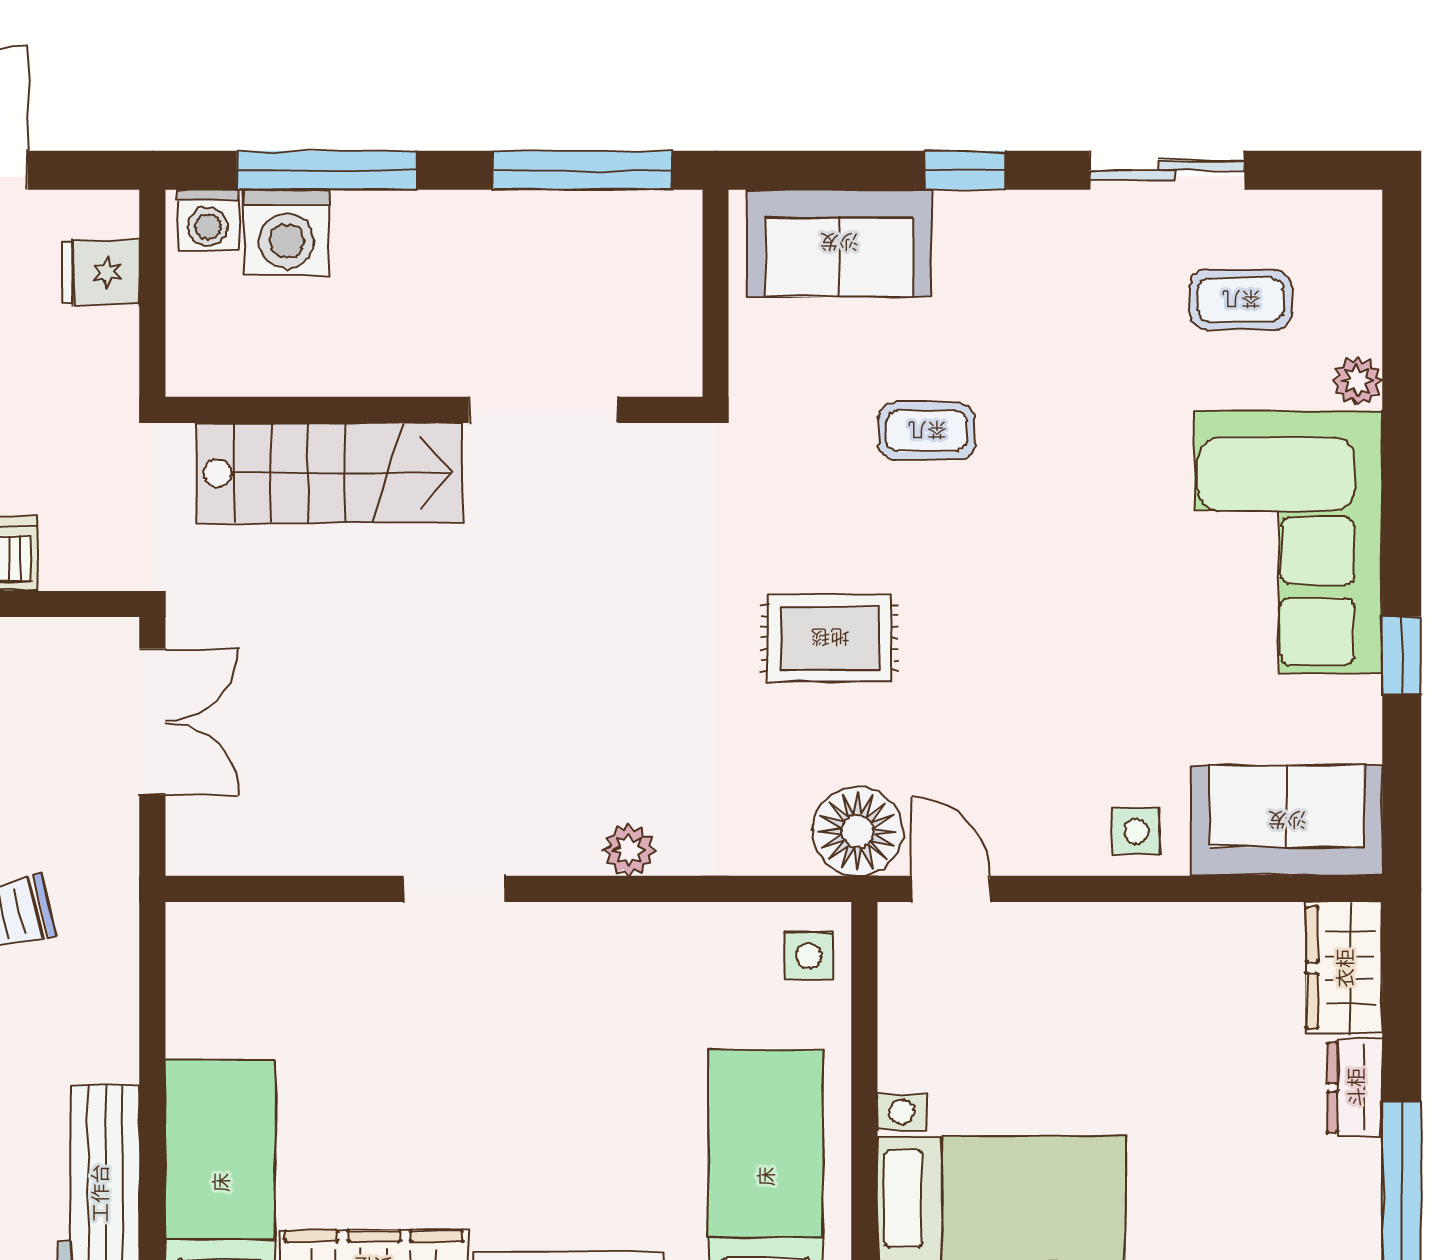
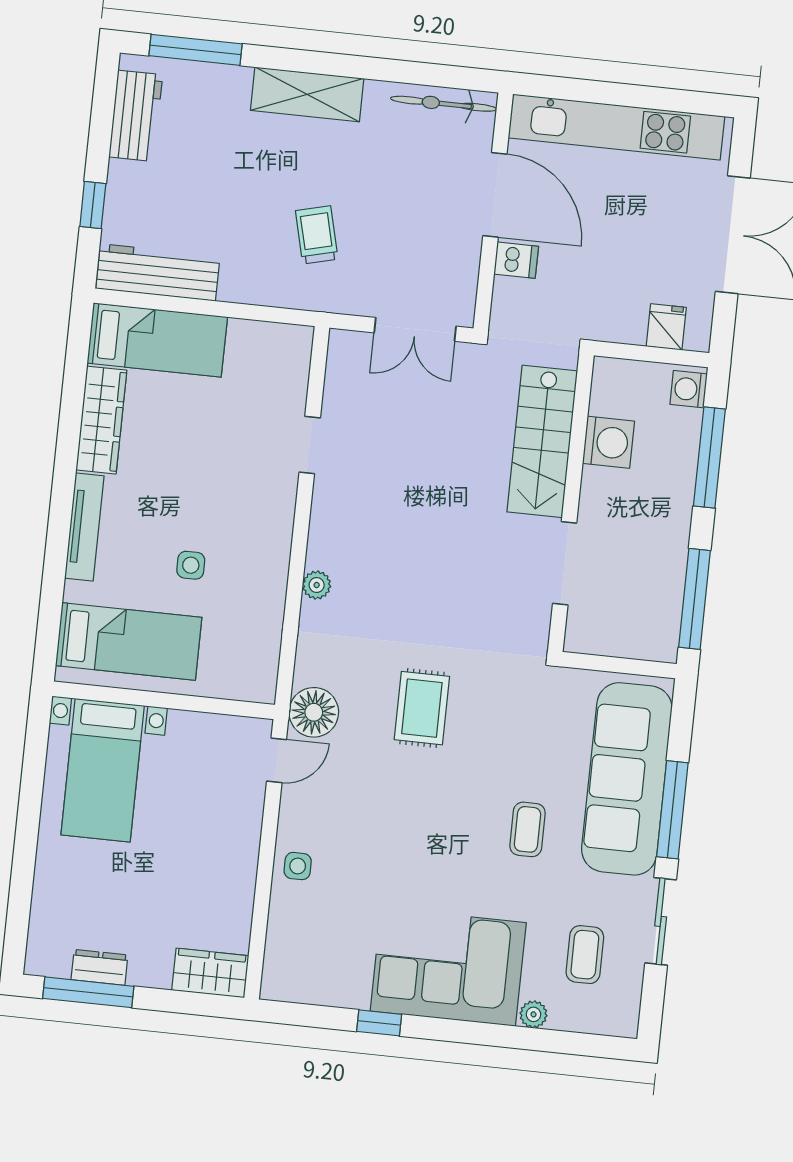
window: (965, 170) -> (672, 810), width x2.17
washing machine: (287, 233) -> (608, 442), moved, turned 180
sofa: (839, 243) -> (627, 779), width x1.85, depth x1.27
coffee table: (927, 431) -> (528, 829), moved
sofa: (1287, 821) -> (295, 950), removed
doorway: (454, 889) -> (310, 445), moved
side table: (809, 956) -> (191, 565), moved
dresser: (1355, 1087) -> (99, 967), moved

